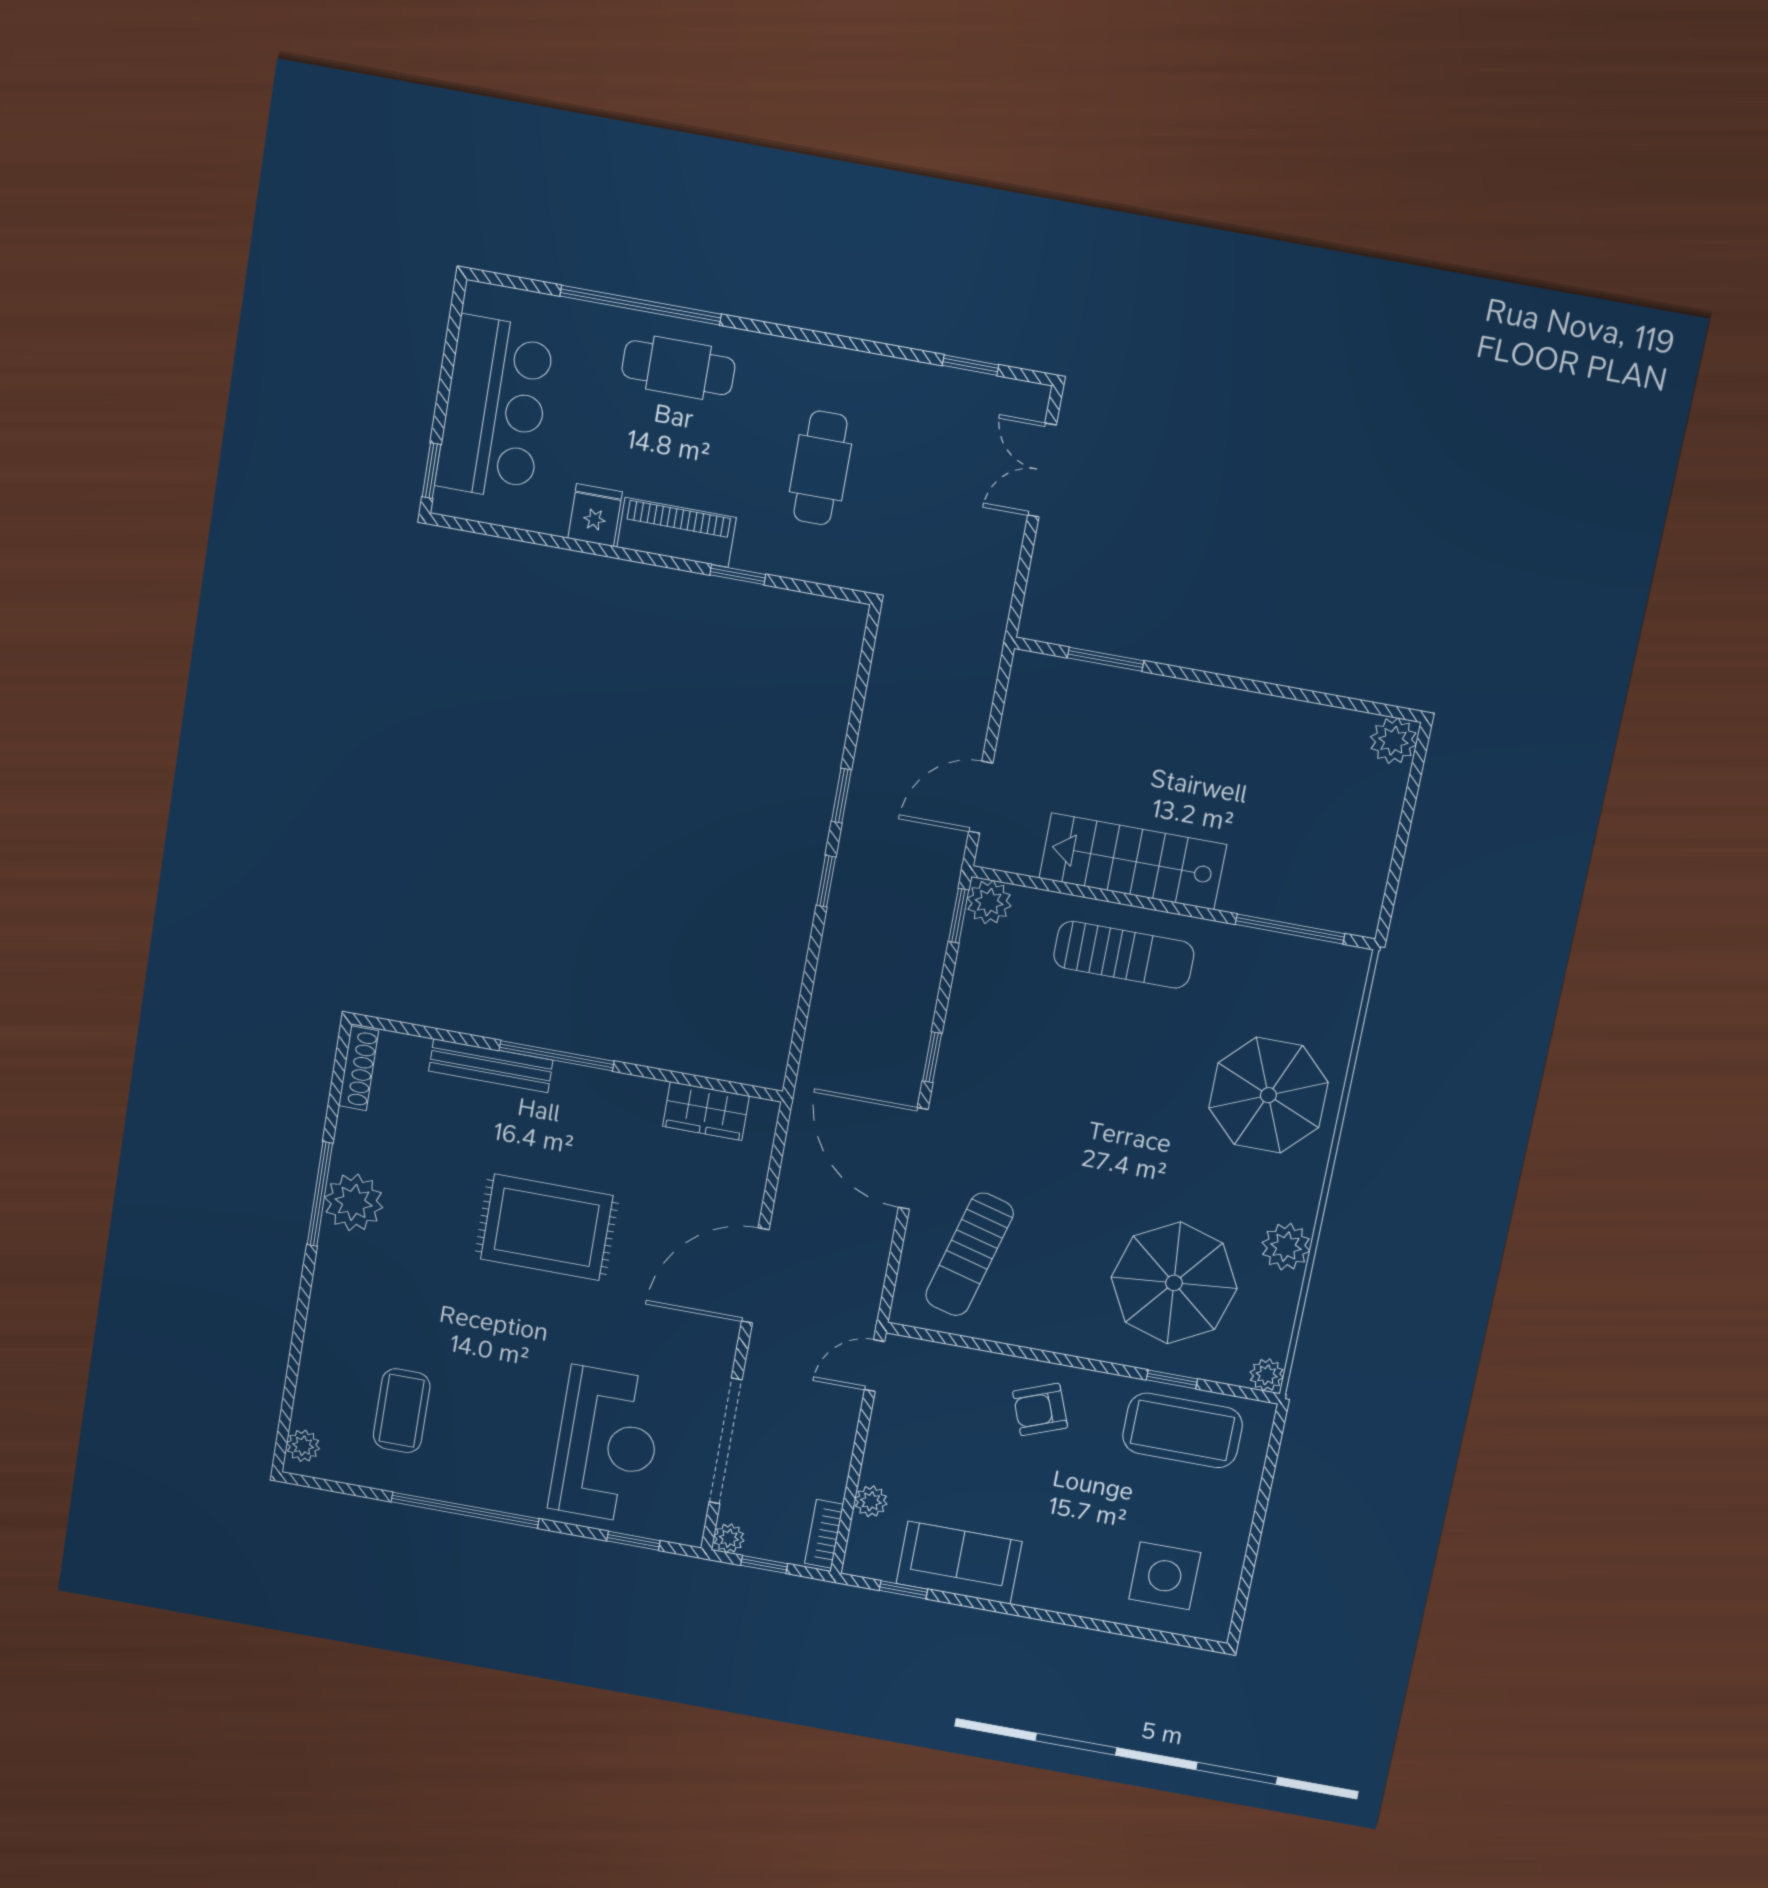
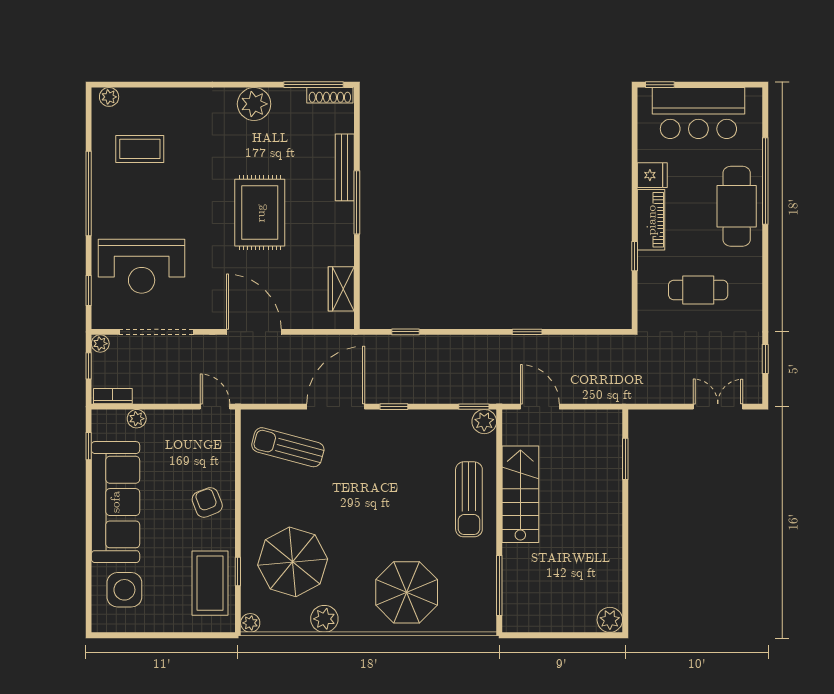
cafe table: (678, 368) -> (737, 206), width x1.37, depth x1.35
window: (826, 881) -> (406, 332), moved
window: (320, 1194) -> (314, 85), moved
sofa: (959, 1563) -> (115, 502), width x1.85, depth x1.27

